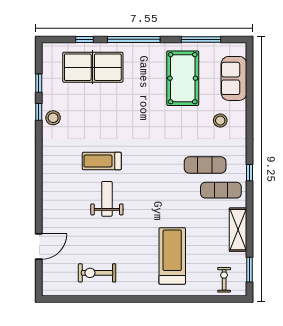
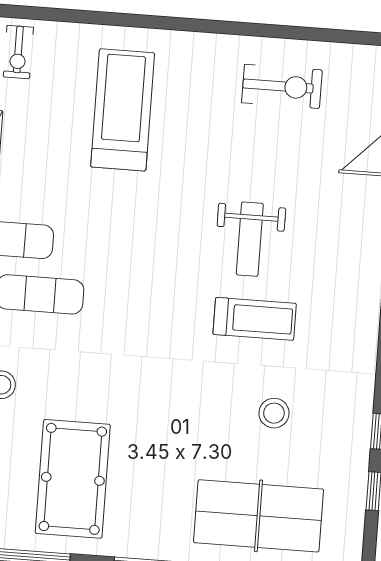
stool: (53, 118) -> (274, 413), moved
treadmill: (172, 256) -> (123, 110), turned 180

